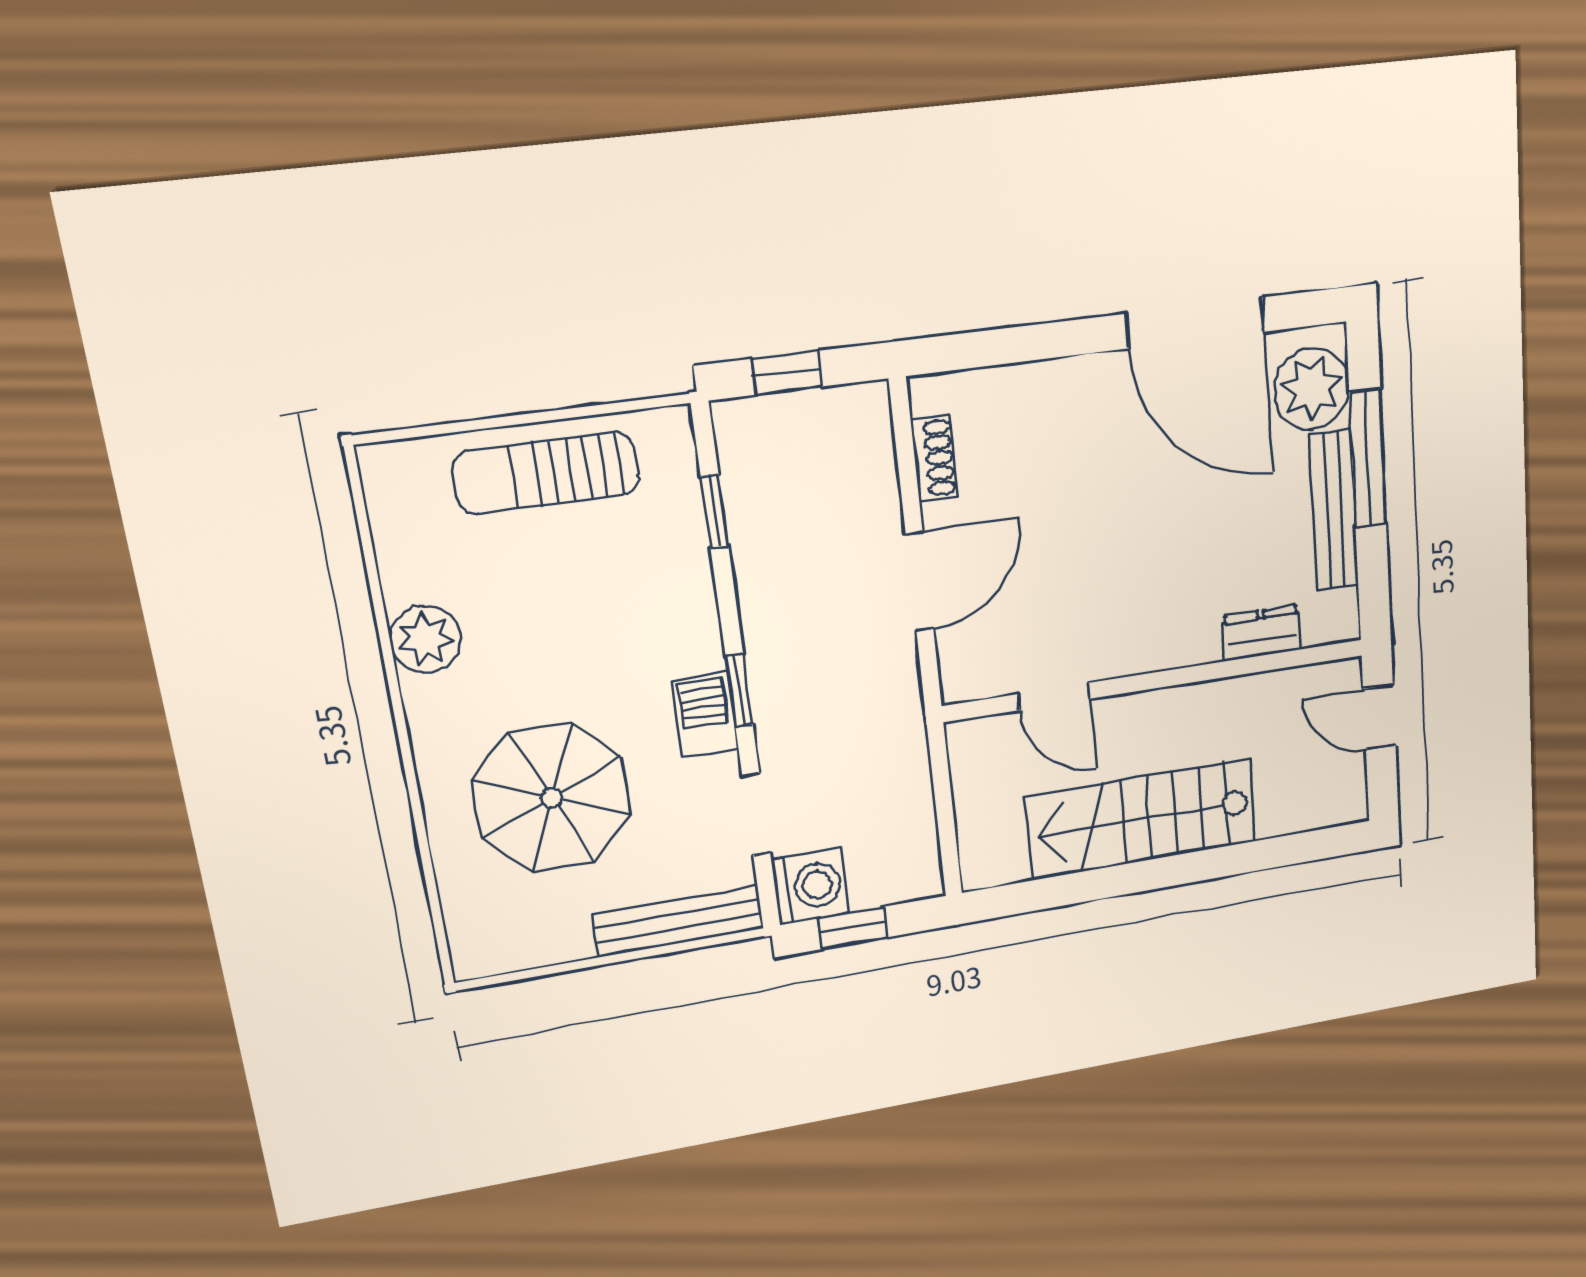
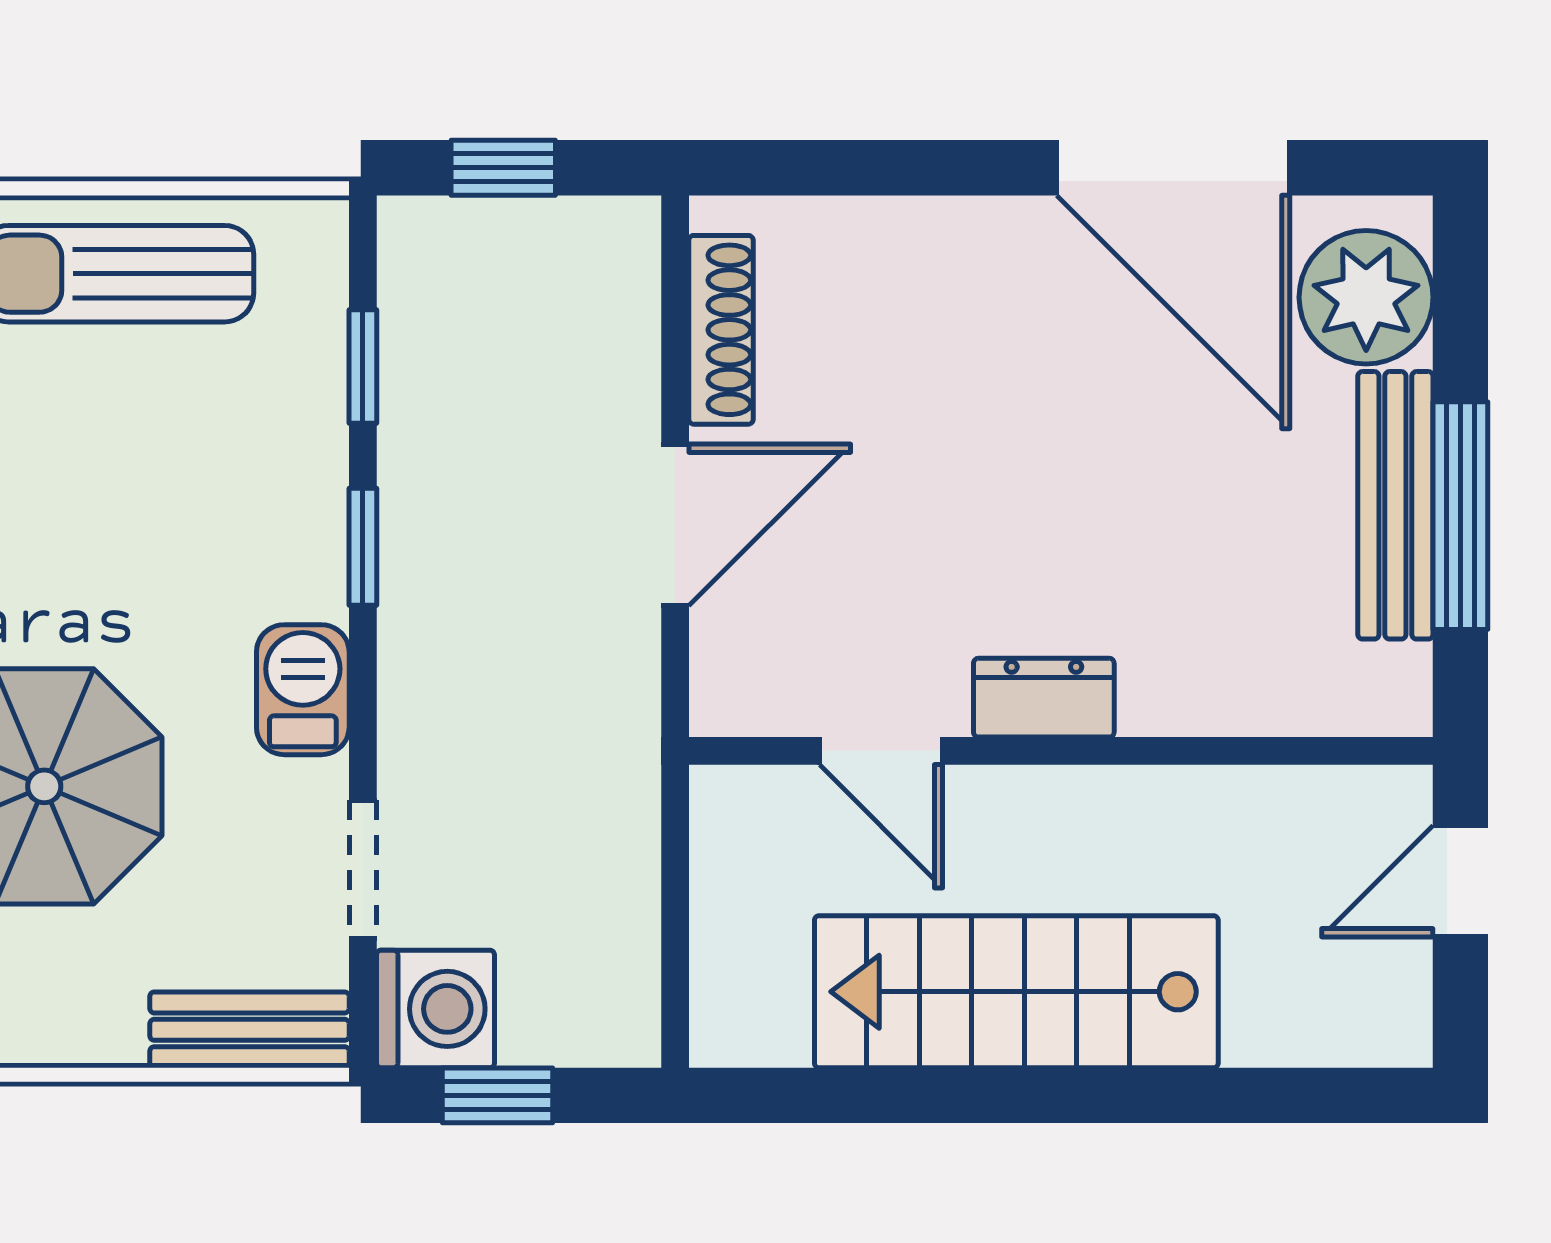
shoe rack: (934, 458) -> (721, 330), width x1.43
window: (1368, 459) -> (1460, 516), moved
dresser: (1262, 633) -> (1044, 698), moved
window: (739, 691) -> (363, 547), moved
door: (1379, 717) -> (1460, 881), hinge flipped
bench: (679, 921) -> (249, 1030), width x0.73

